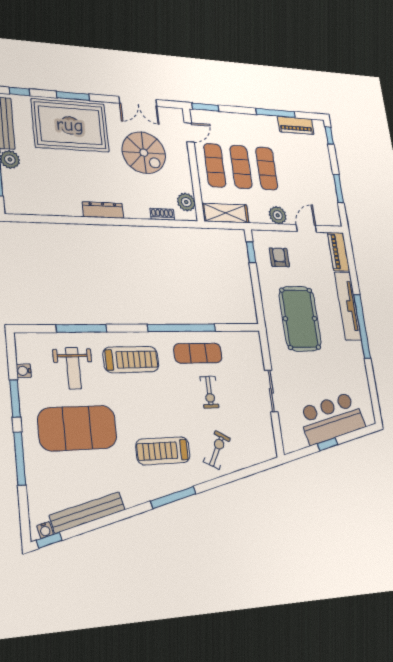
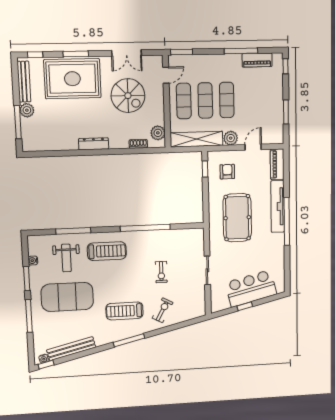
shelving: (225, 213) -> (197, 139), width x1.47
exercise mat: (198, 353) -> (156, 245), removed

